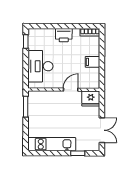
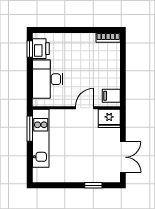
printer: (64, 35) -> (41, 49), moved, turned -90
filing cabinet: (92, 62) -> (111, 96), moved
kitchen unit: (52, 144) -> (41, 138), moved, turned 90

